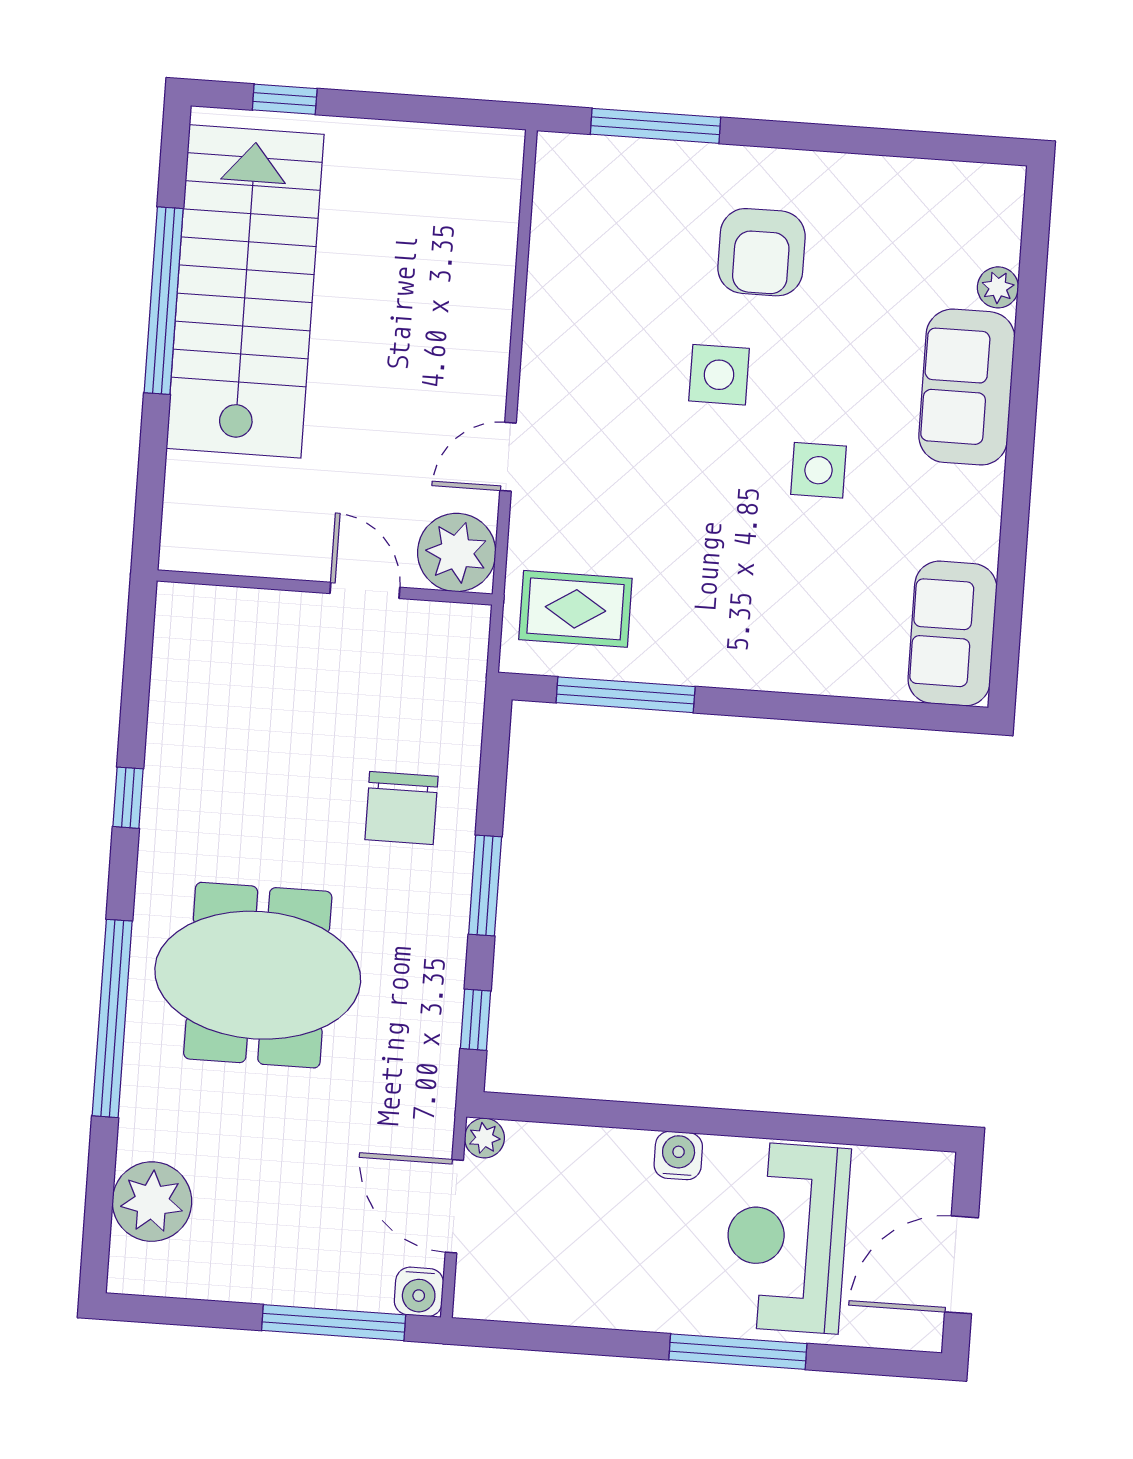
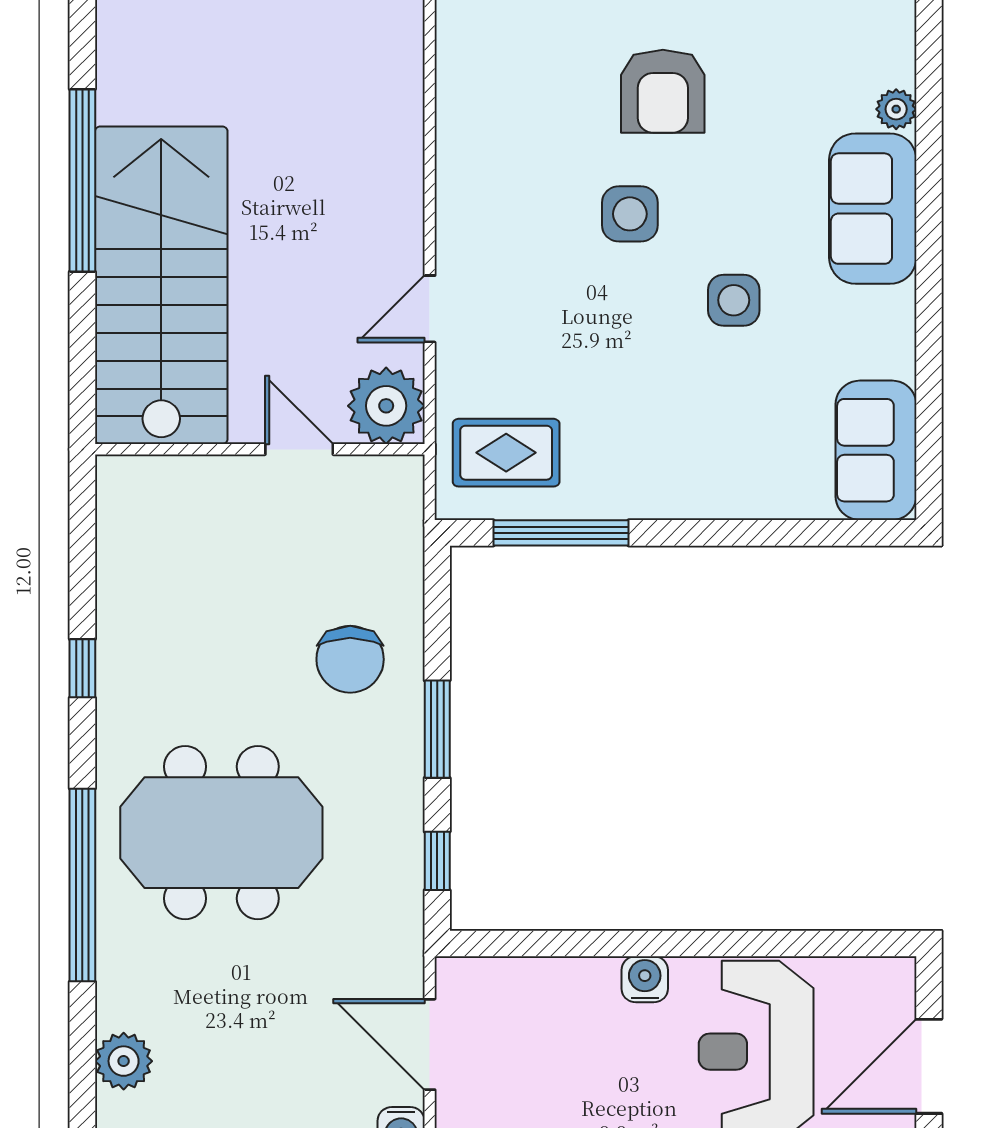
stairs: (245, 291) -> (161, 285), moved
plant: (484, 1138) -> (454, 976), removed
plant: (152, 1202) -> (124, 1061), width x0.73, depth x0.73

